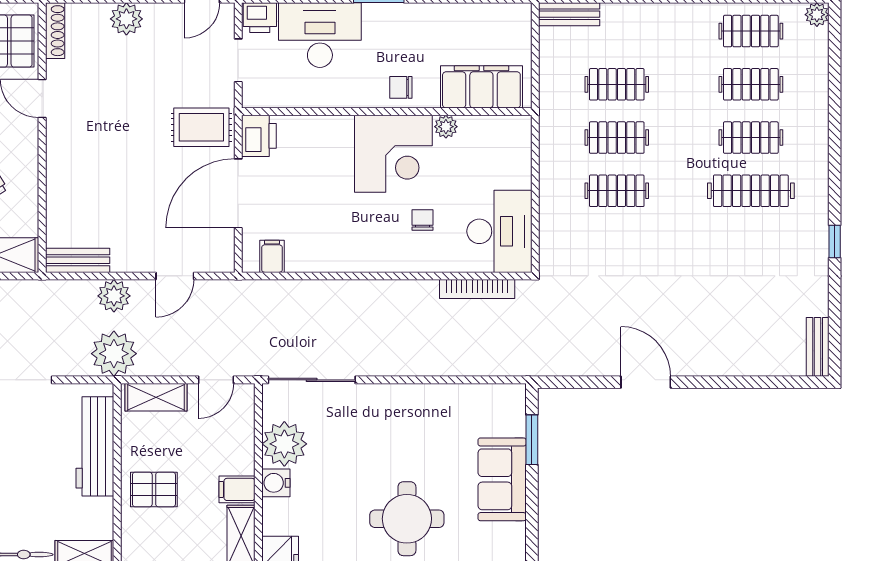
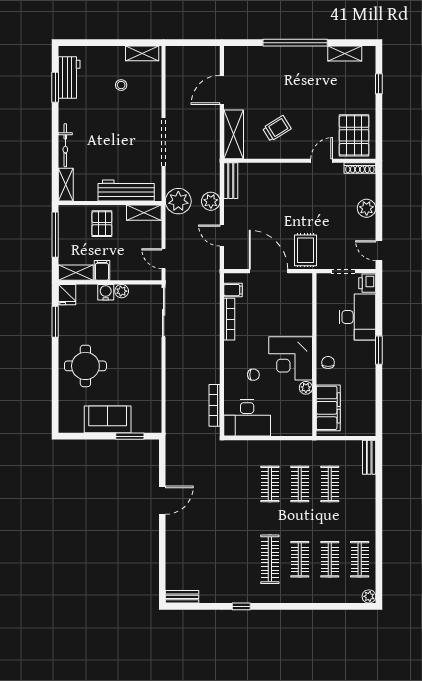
printer: (259, 136) -> (301, 283), removed
bookcase: (324, 263) -> (229, 319), added
shelving: (156, 397) -> (144, 213), moved, turned 90
plant: (284, 444) -> (122, 291), width x0.53, depth x0.53

